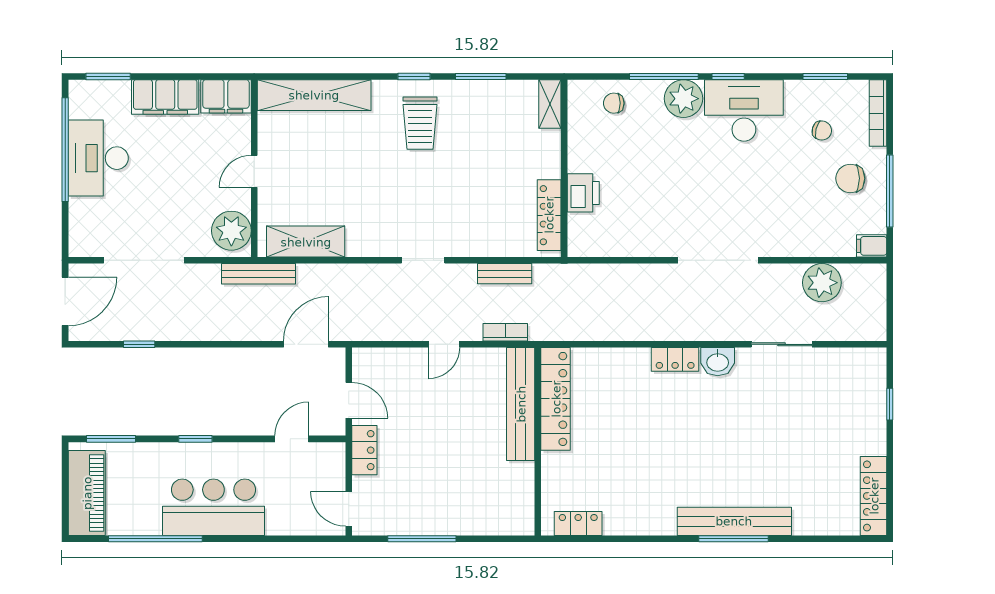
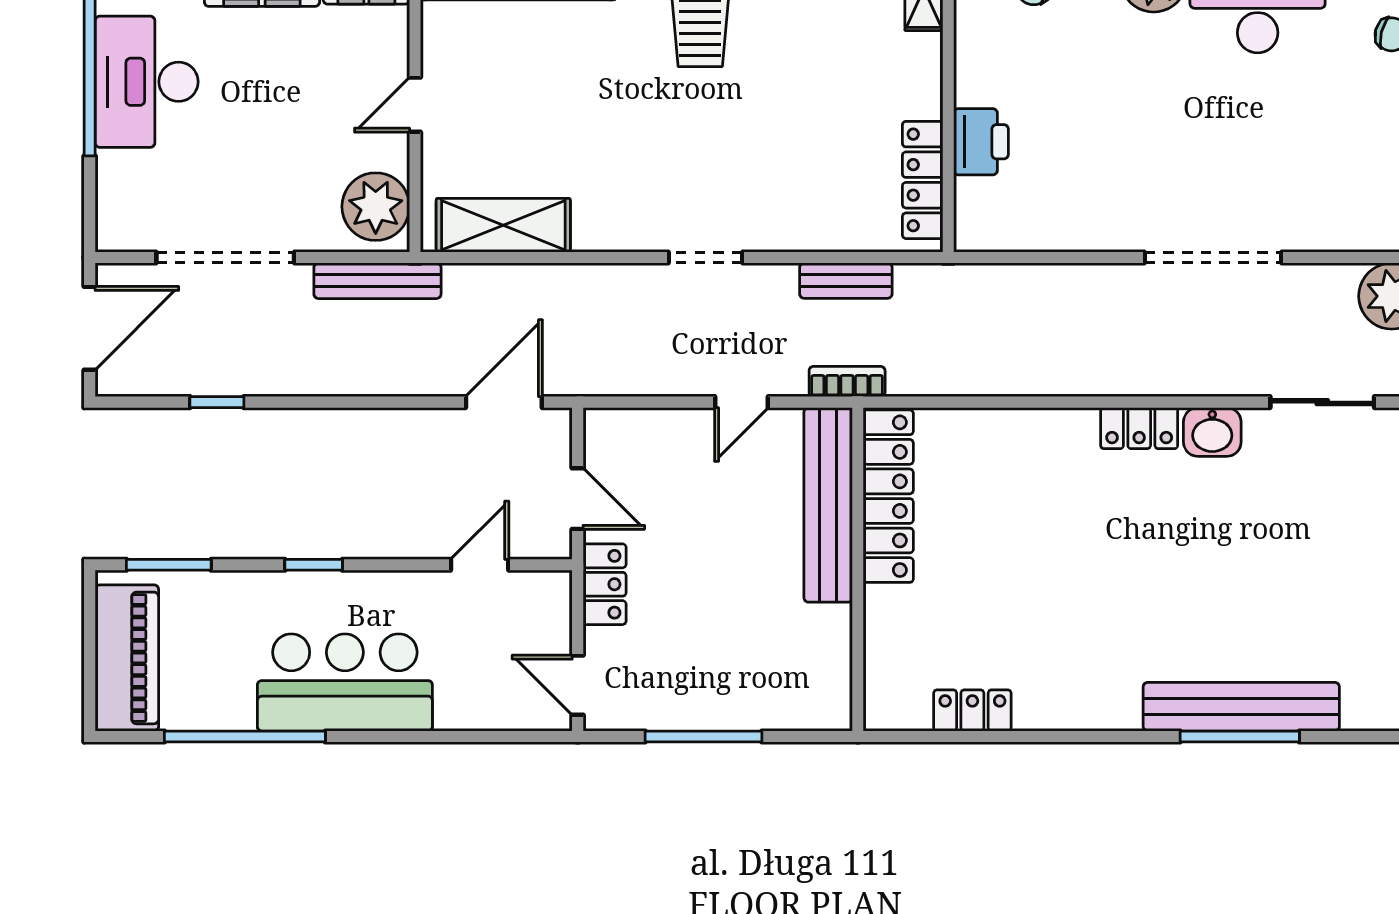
bench: (258, 274) -> (377, 281), moved
locker: (556, 399) -> (888, 496), moved
bench: (521, 404) -> (828, 505), moved
wall: (538, 441) -> (858, 569), moved

